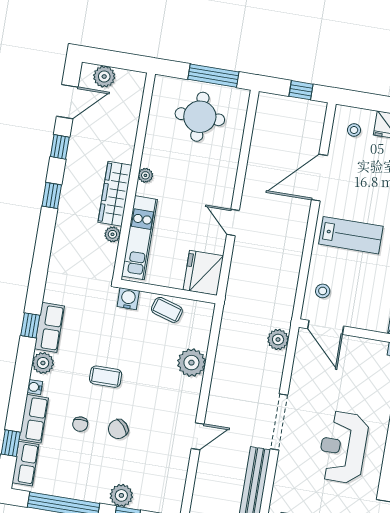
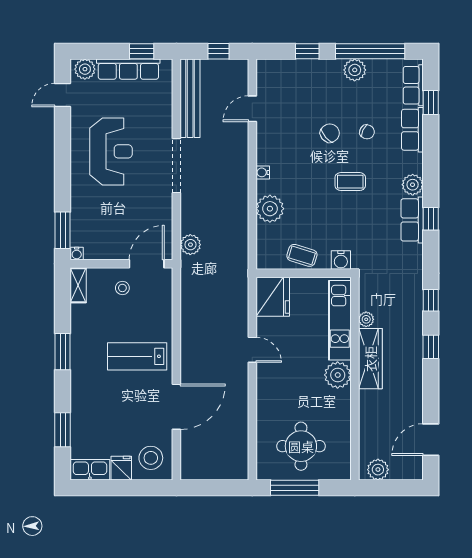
plant: (104, 77) -> (378, 470), moved
window: (301, 90) -> (208, 488), removed
stool: (354, 130) -> (151, 458), width x1.89, depth x1.89
window: (60, 147) -> (431, 300), moved
plant: (145, 175) -> (338, 375), width x1.87, depth x1.87
stool: (323, 291) -> (122, 288), moved
door: (326, 327) -> (147, 264), hinge flipped
water cooler: (35, 387) -> (263, 172), moved, turned 180
chair: (80, 424) -> (367, 132), turned 116
door: (198, 436) -> (252, 109), moved
plant: (121, 495) -> (355, 70), moved

